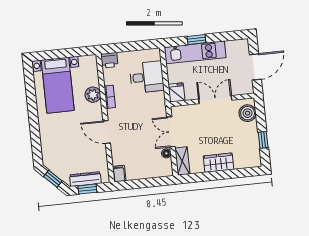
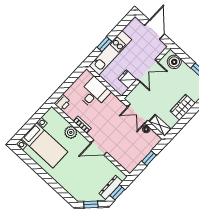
fridge: (176, 92) -> (127, 79), moved
double door: (215, 100) -> (147, 71), swing flipped
filing cabinet: (119, 174) -> (128, 166), removed
window: (145, 183) -> (149, 158), added

